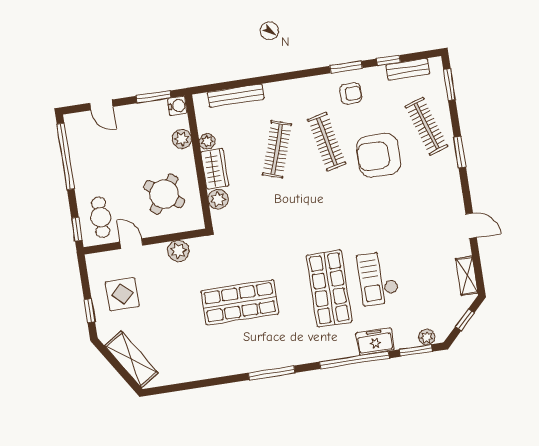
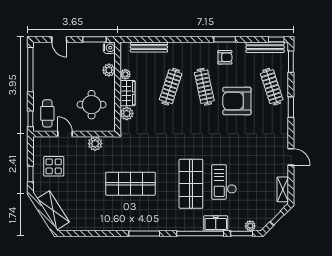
window: (389, 60) -> (276, 39), moved
bench: (408, 69) -> (265, 47), width x1.36
round table: (164, 194) -> (92, 105), turned -37

